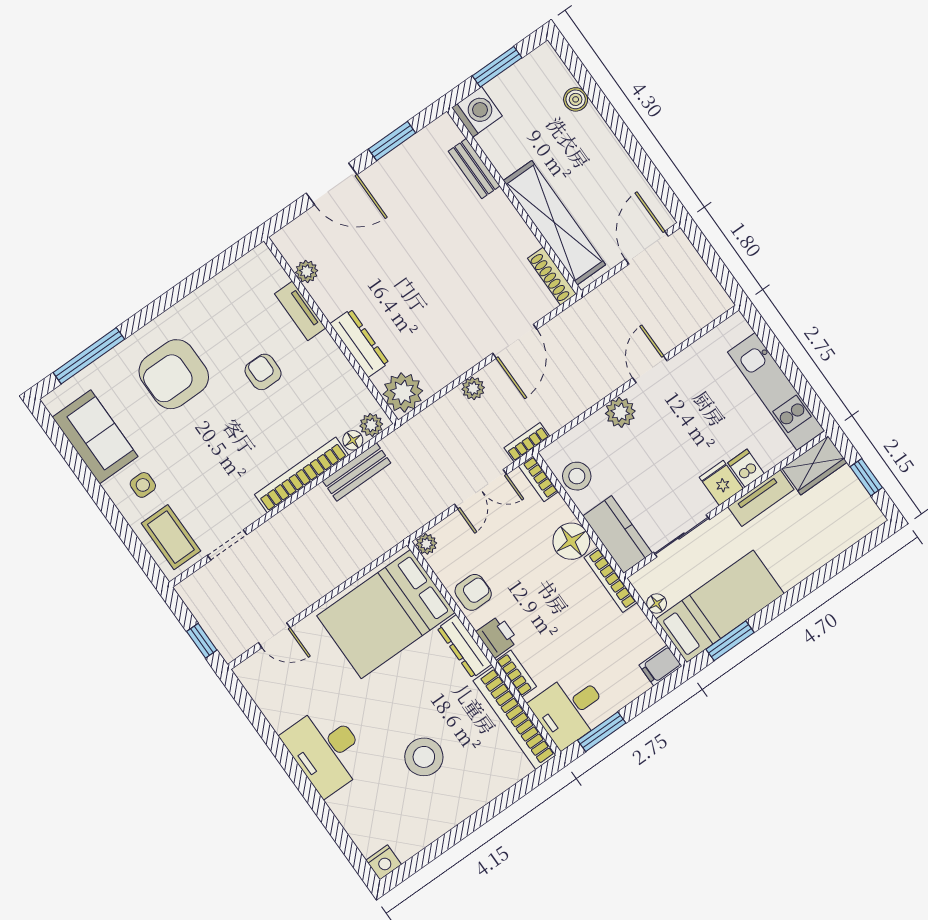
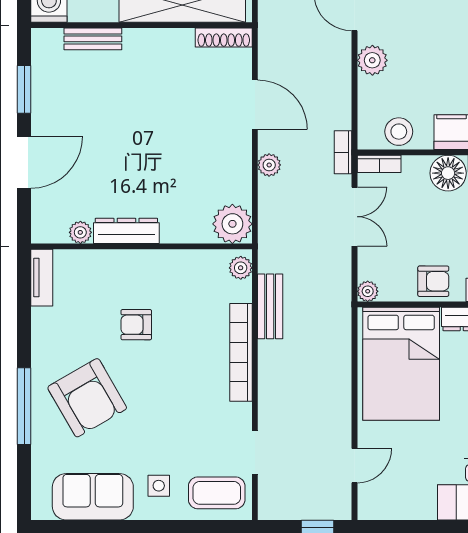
tv unit: (300, 311) -> (42, 278), moved, turned -90
dresser: (359, 343) -> (126, 231), moved
window: (89, 356) -> (24, 406), moved
armchair: (174, 374) -> (87, 398), turned -30
floor lamp: (353, 440) -> (242, 291), removed
armchair: (473, 592) -> (433, 281), turned 90

